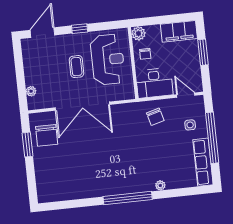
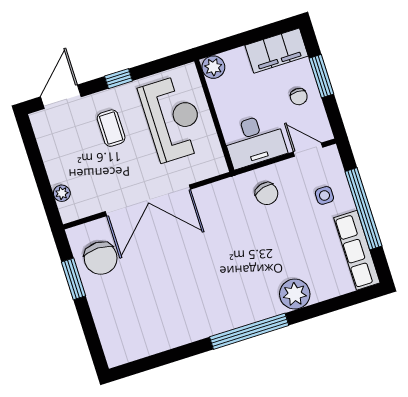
chair: (145, 54) -> (299, 97), moved
coffee table: (77, 67) -> (111, 128), moved
plant: (160, 185) -> (295, 294), width x1.88, depth x1.88

